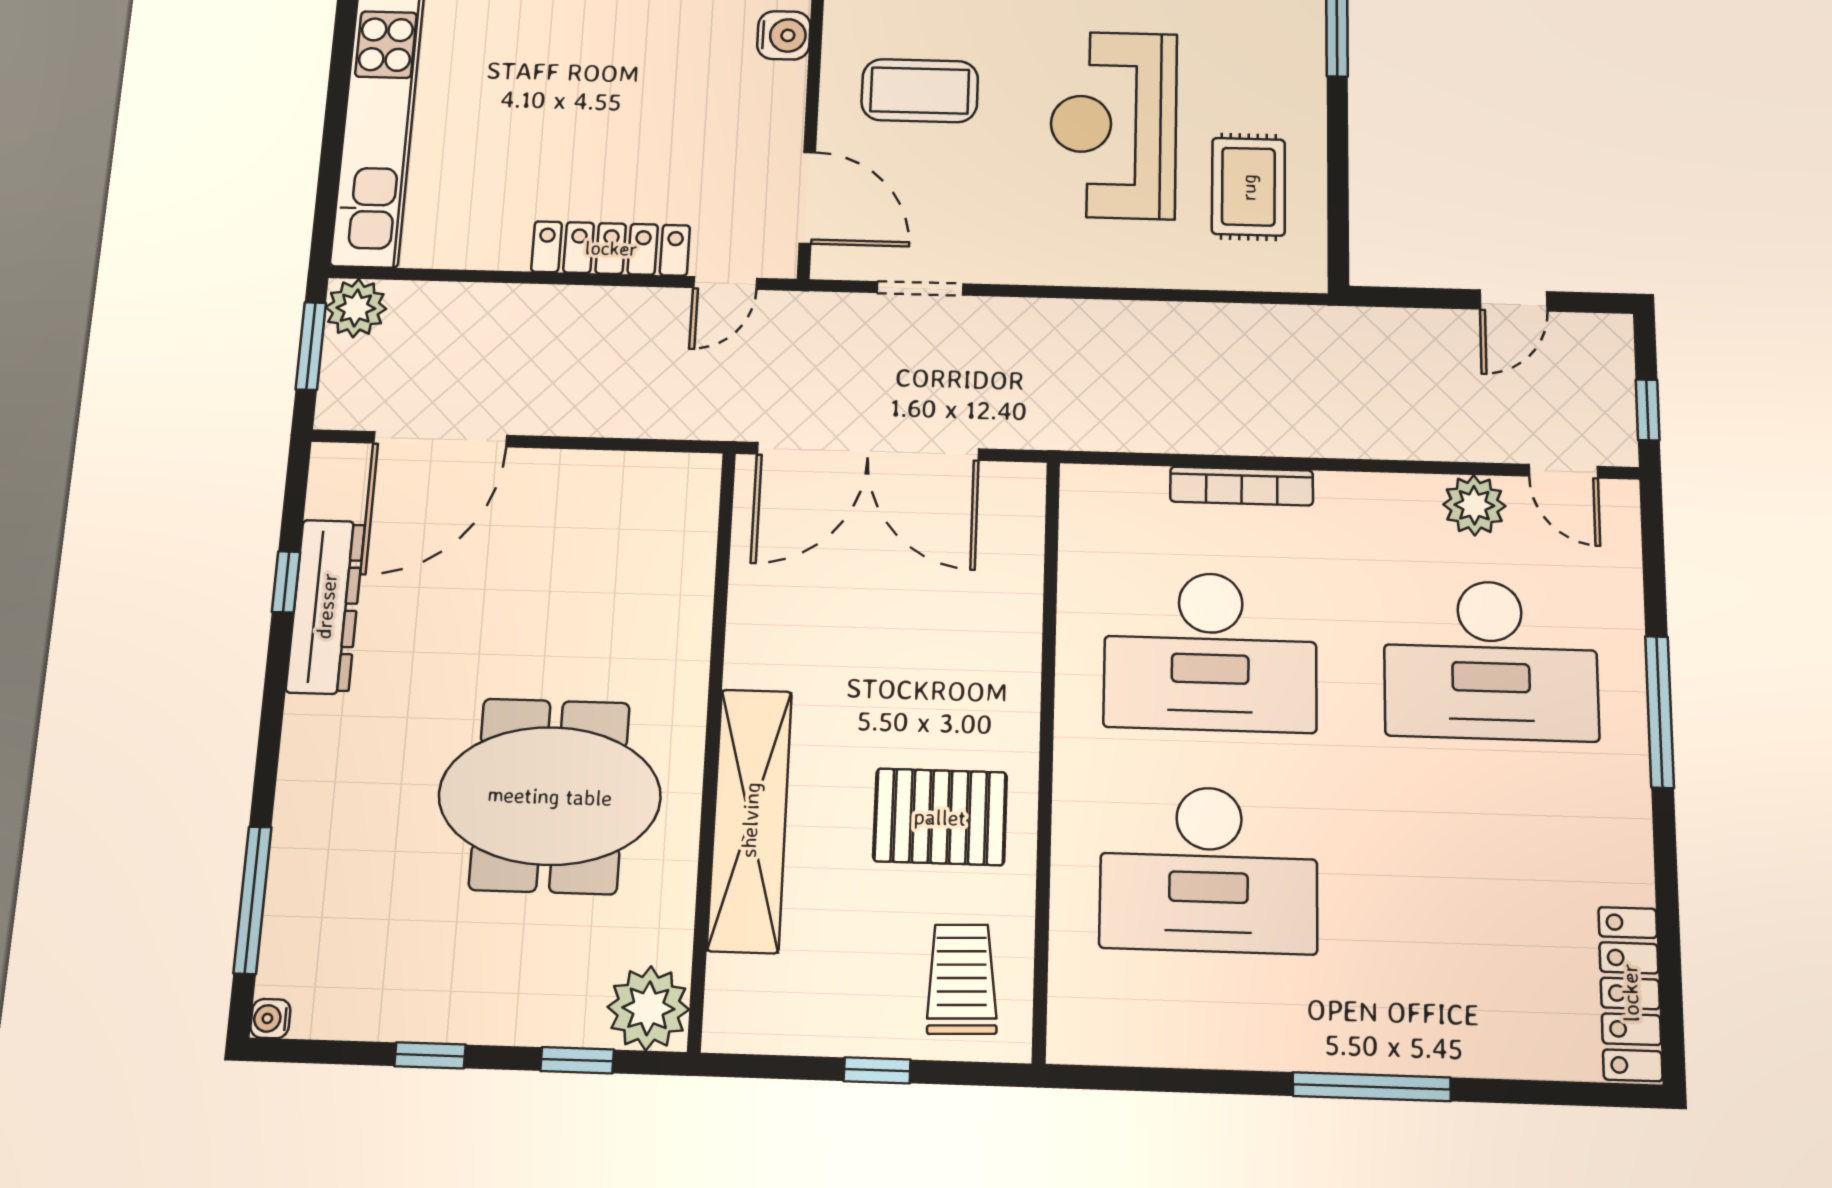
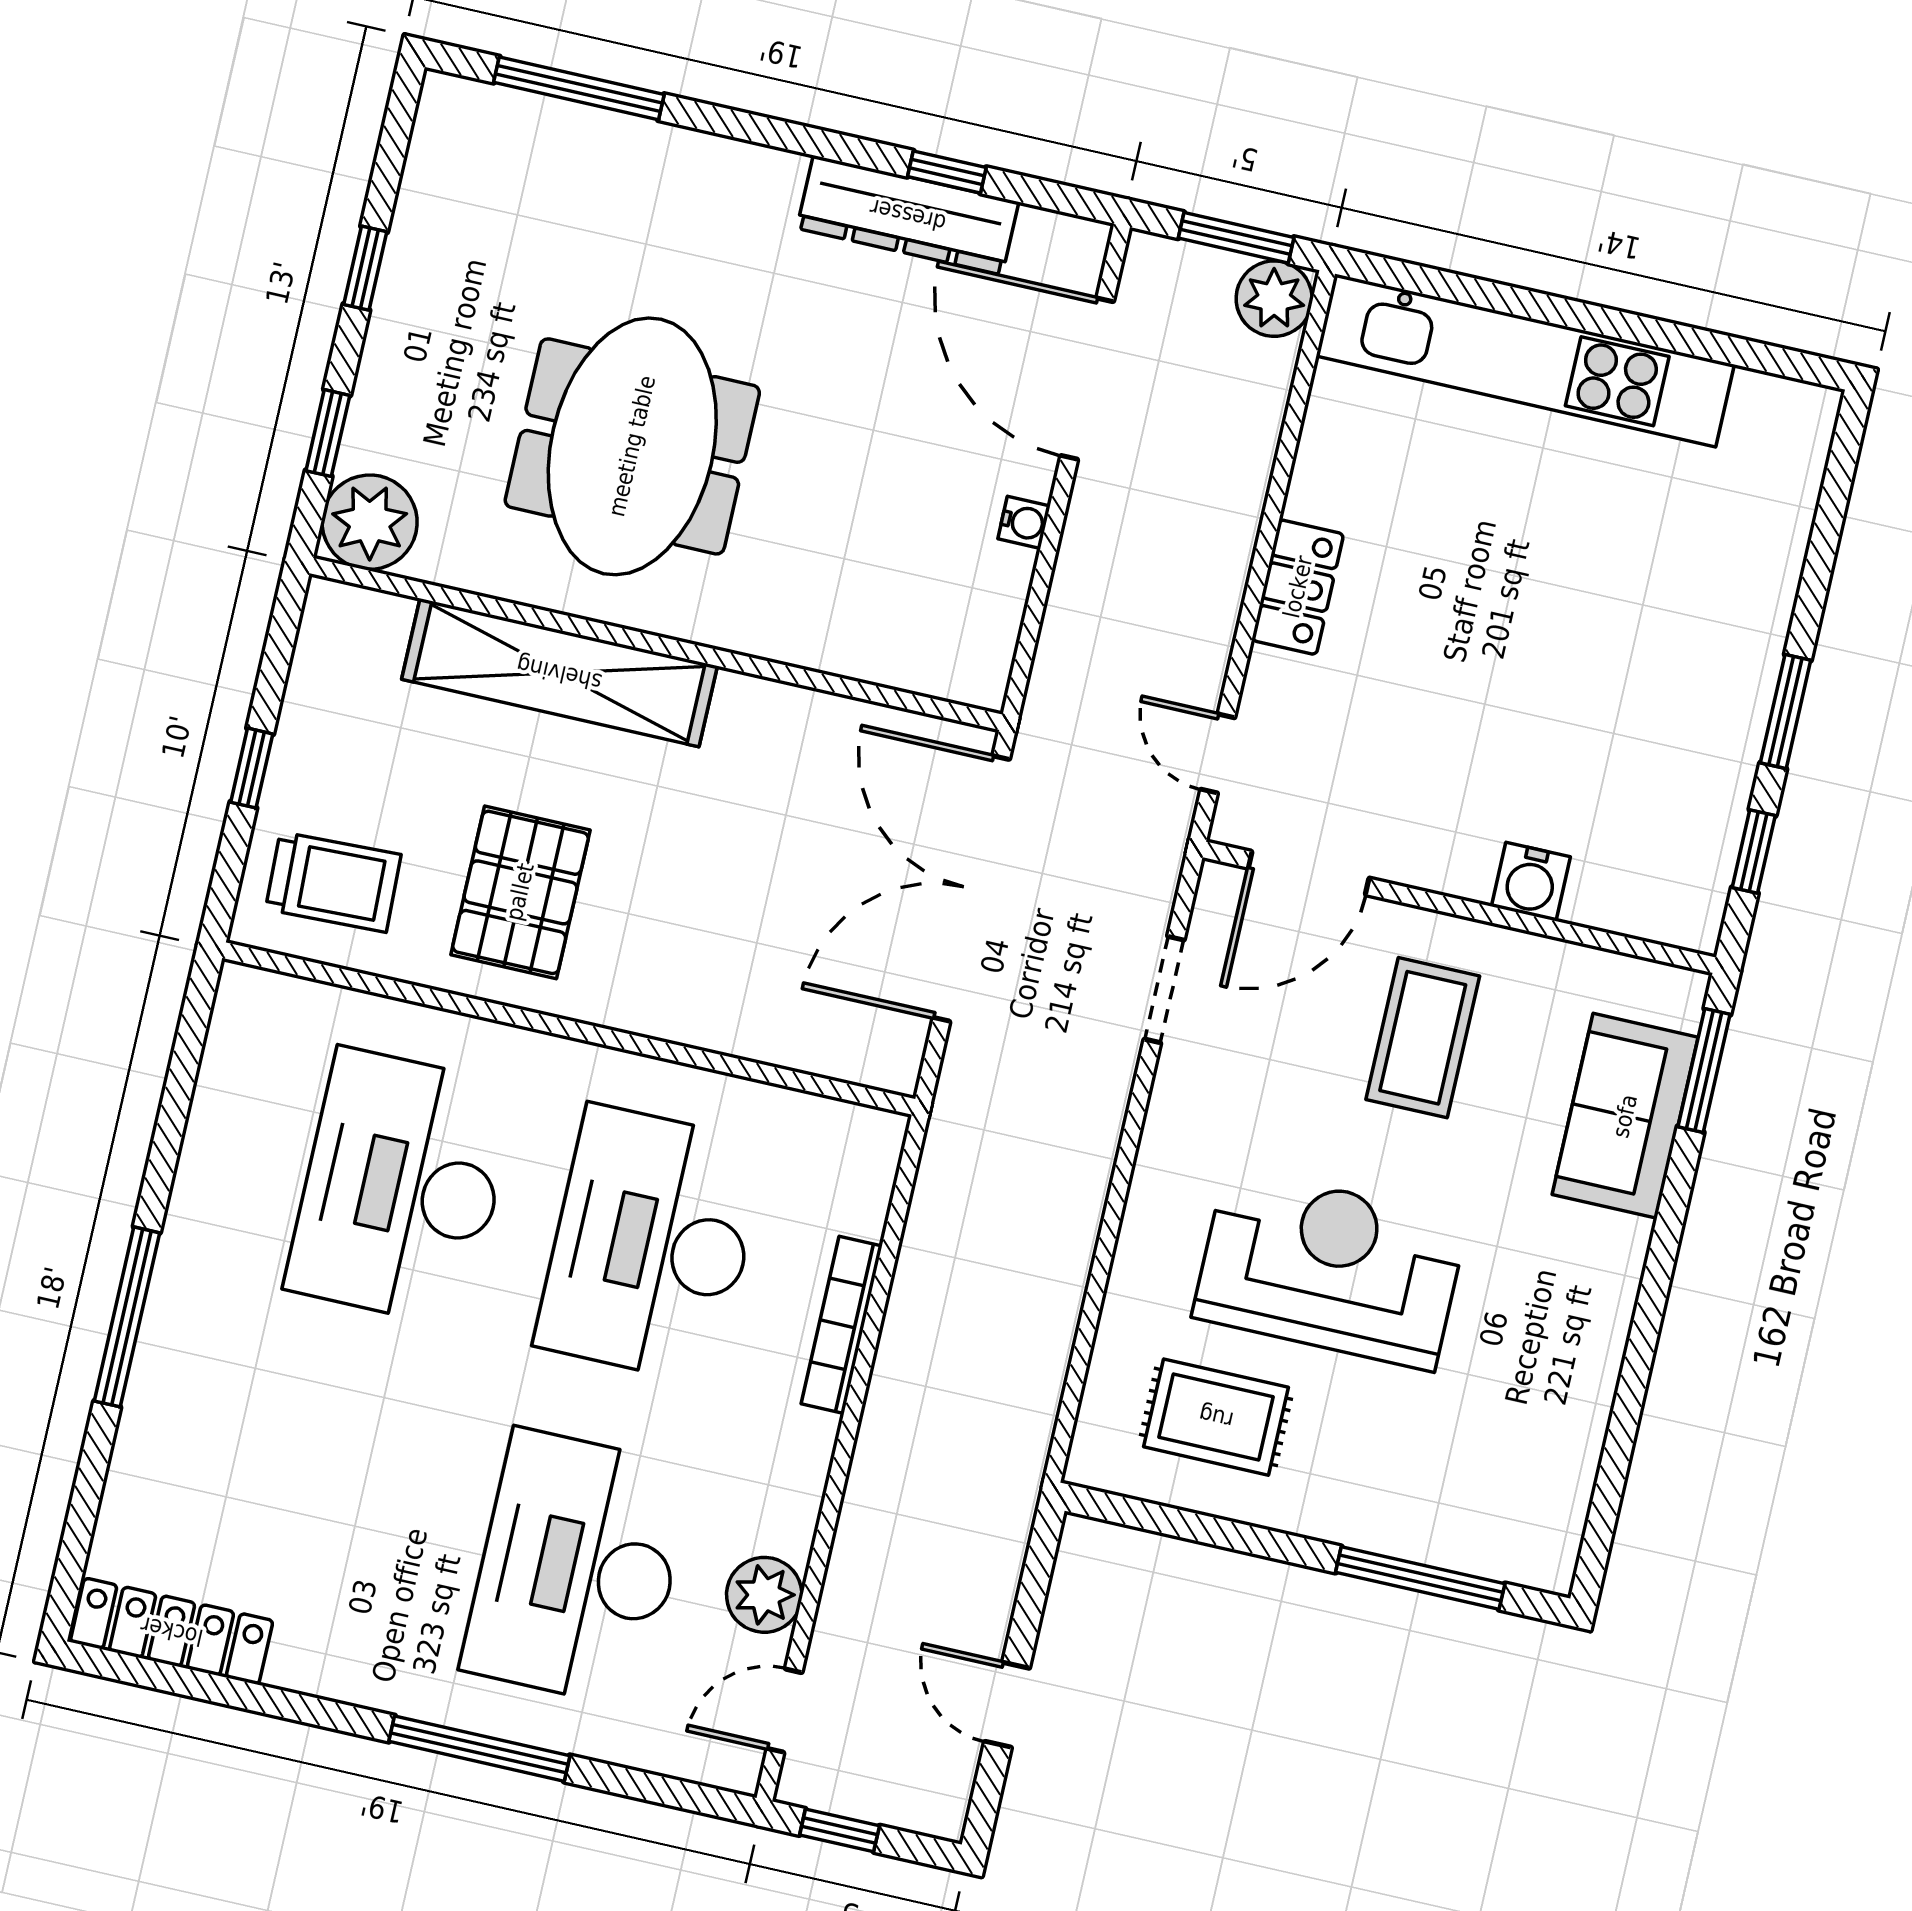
locker: (611, 248) -> (1298, 587), width x0.66
water cooler: (270, 1019) -> (1024, 522), moved, turned 90

